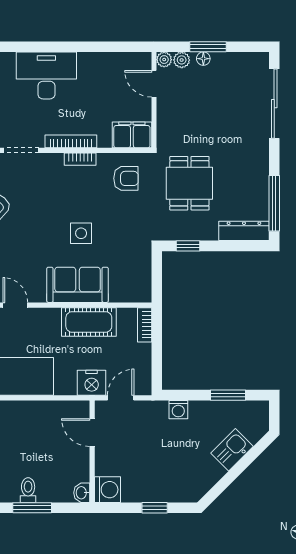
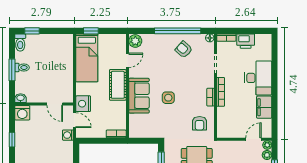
filing cabinet: (132, 135) -> (264, 107), moved, turned 180
cot: (89, 322) -> (118, 85), moved
washing machine: (178, 410) -> (68, 135), moved
door: (92, 433) -> (55, 104), swing flipped

